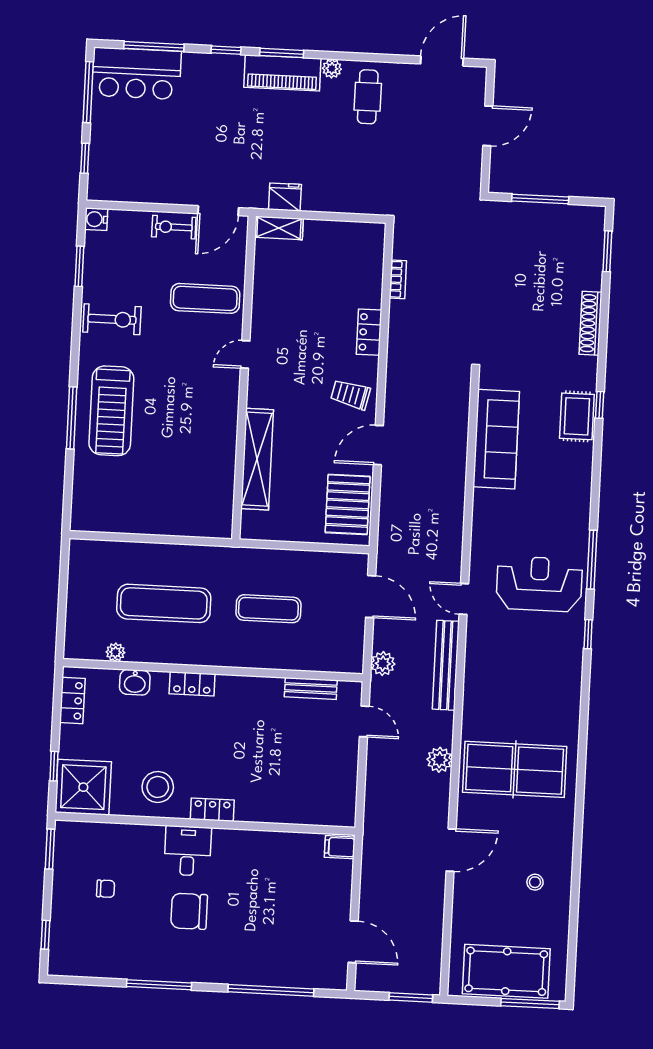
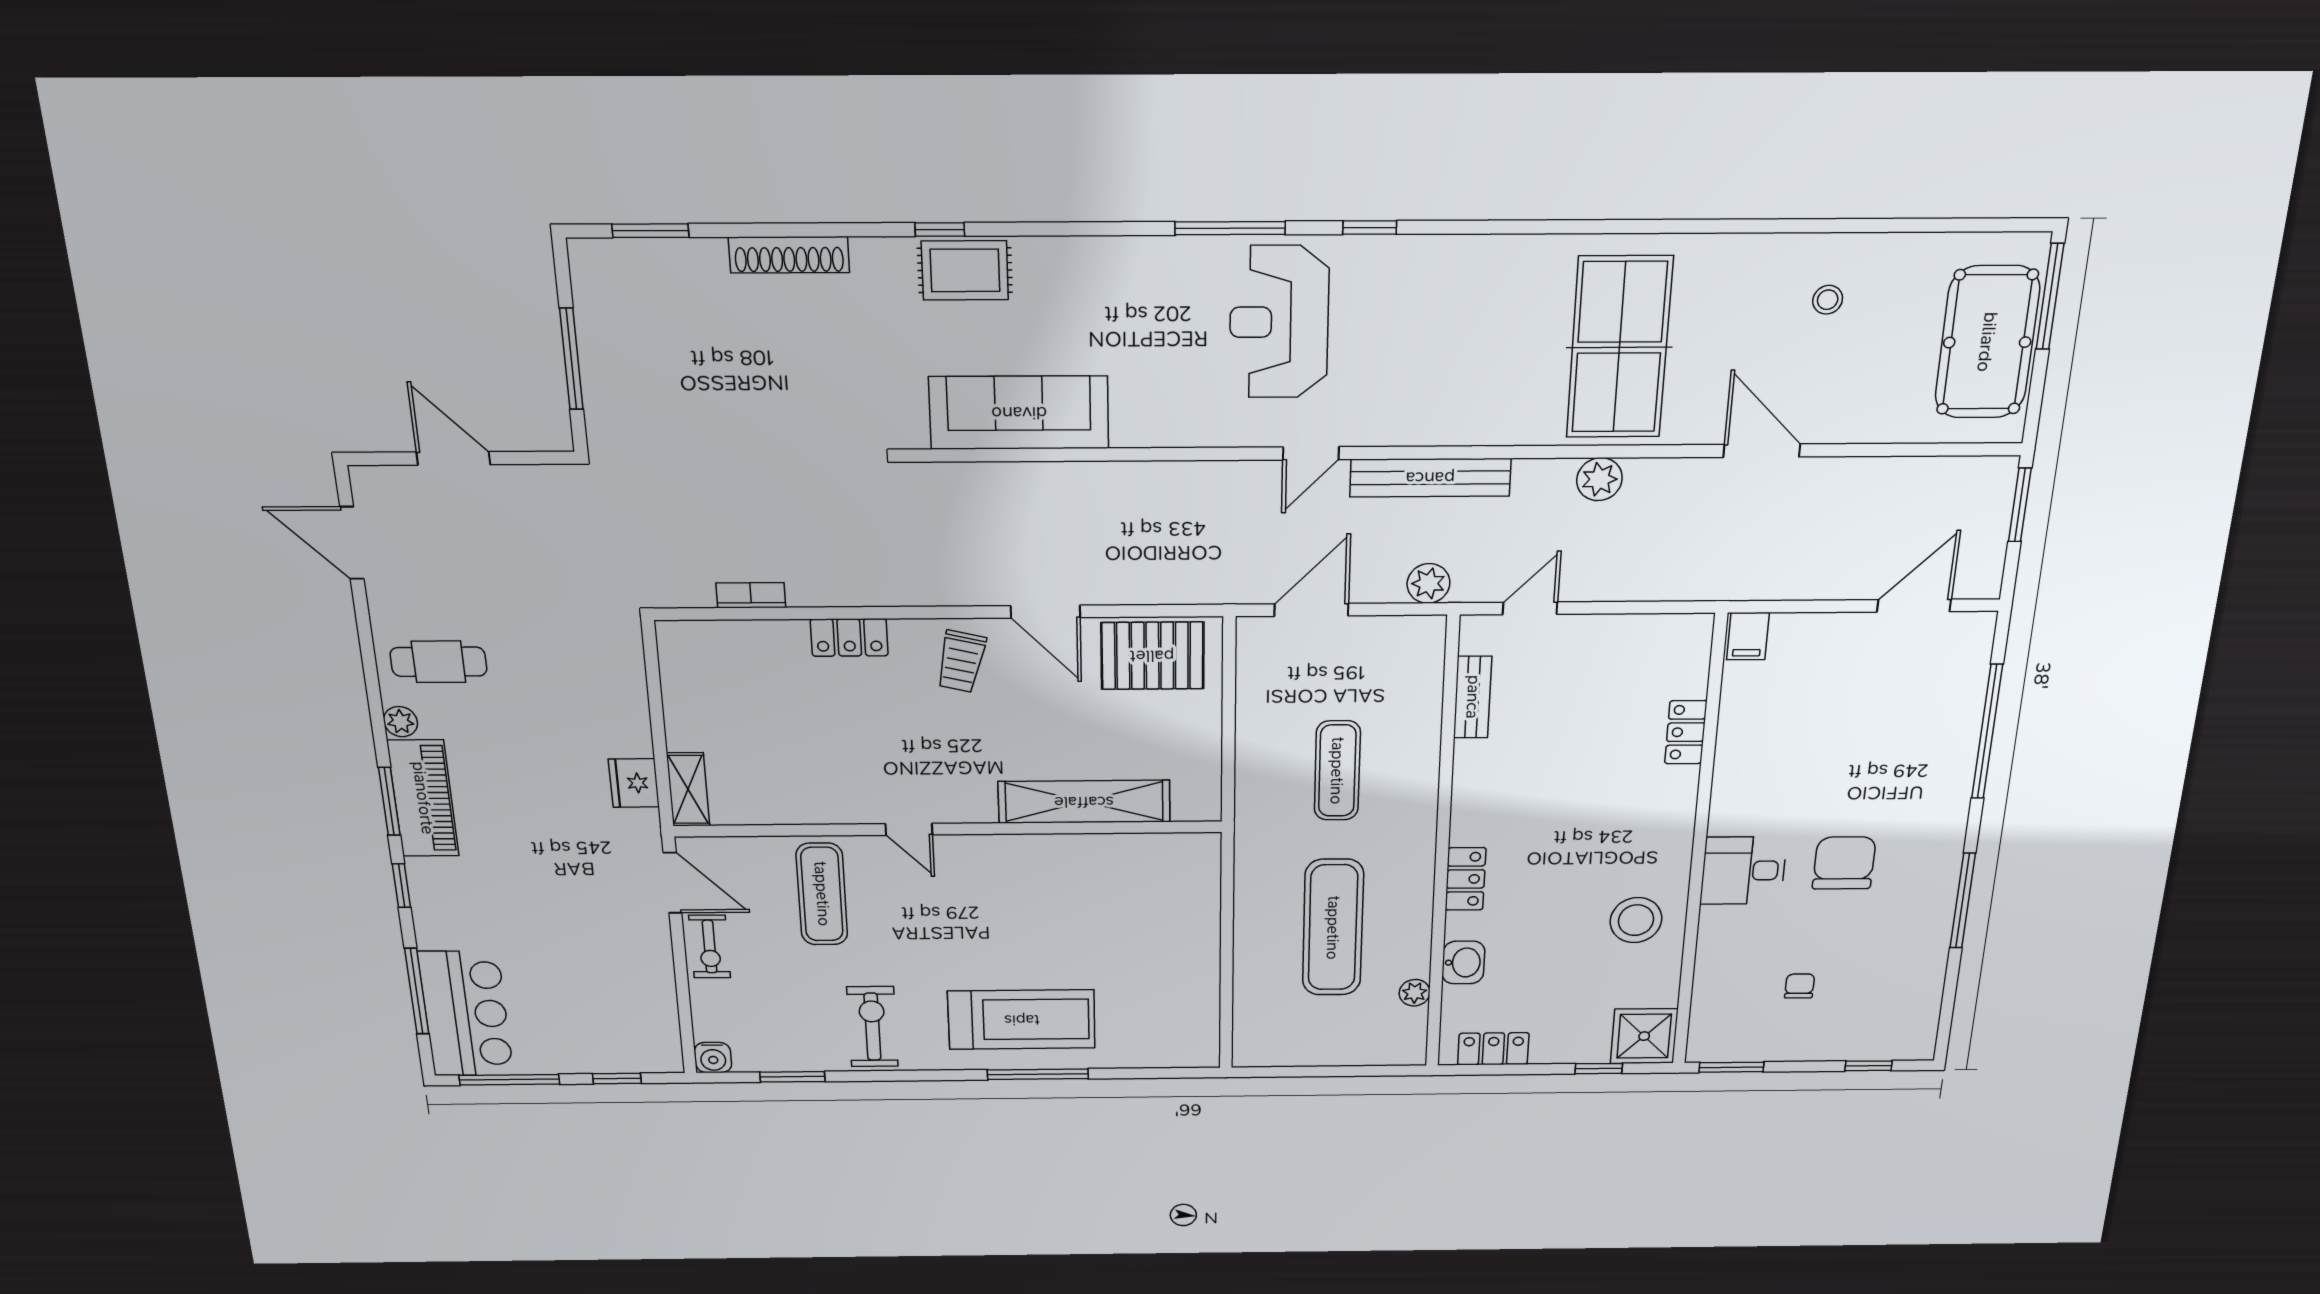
shower: (83, 787) -> (1644, 1036), width x0.73, depth x0.73
locker: (212, 810) -> (1686, 732), moved
chair: (189, 911) -> (1844, 863), turned 180

